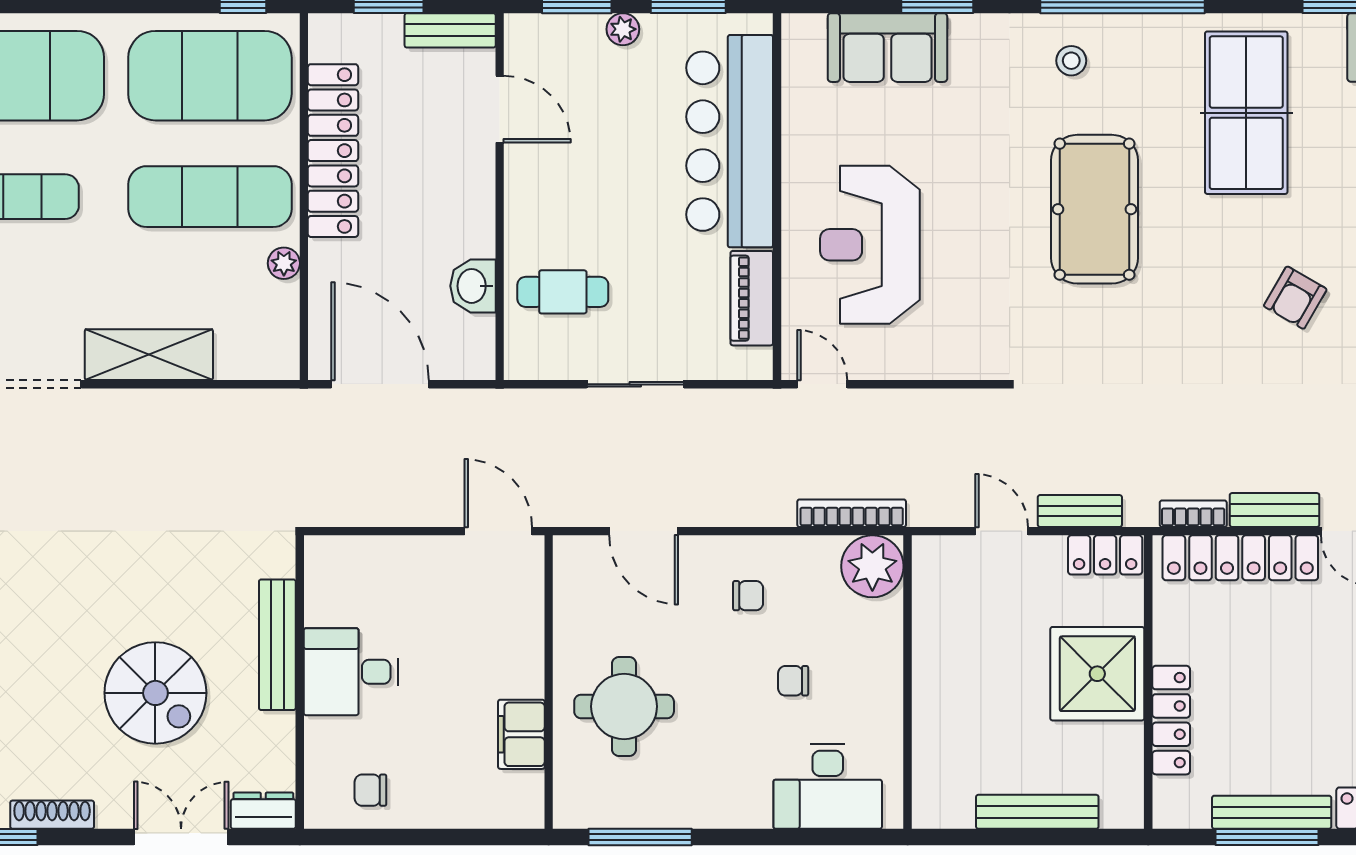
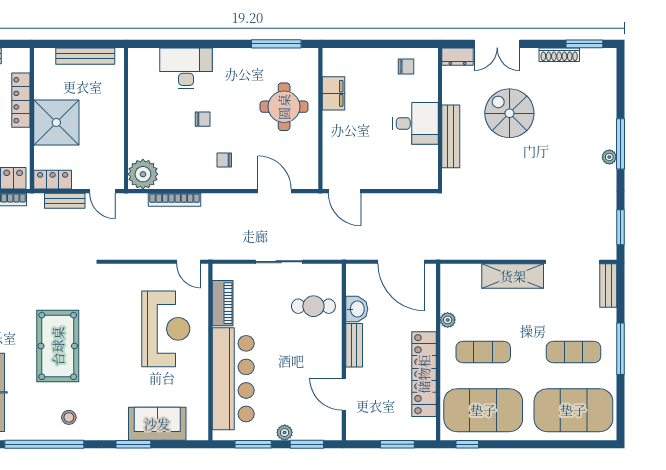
bench: (450, 30) -> (354, 345), moved, turned 90
exercise mat: (210, 197) -> (483, 352), width x0.73, depth x0.69
plant: (872, 566) -> (143, 174), moved
wall: (908, 682) -> (126, 118), moved

